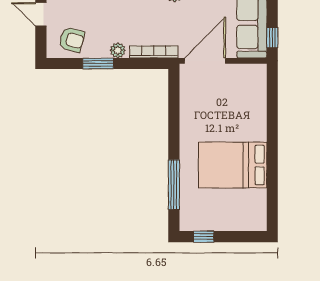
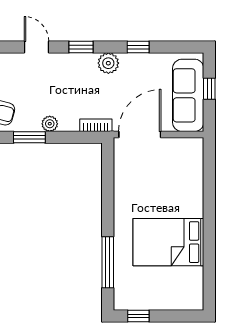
window: (272, 37) -> (209, 89), moved
bookcase: (154, 52) -> (96, 125), width x0.64

